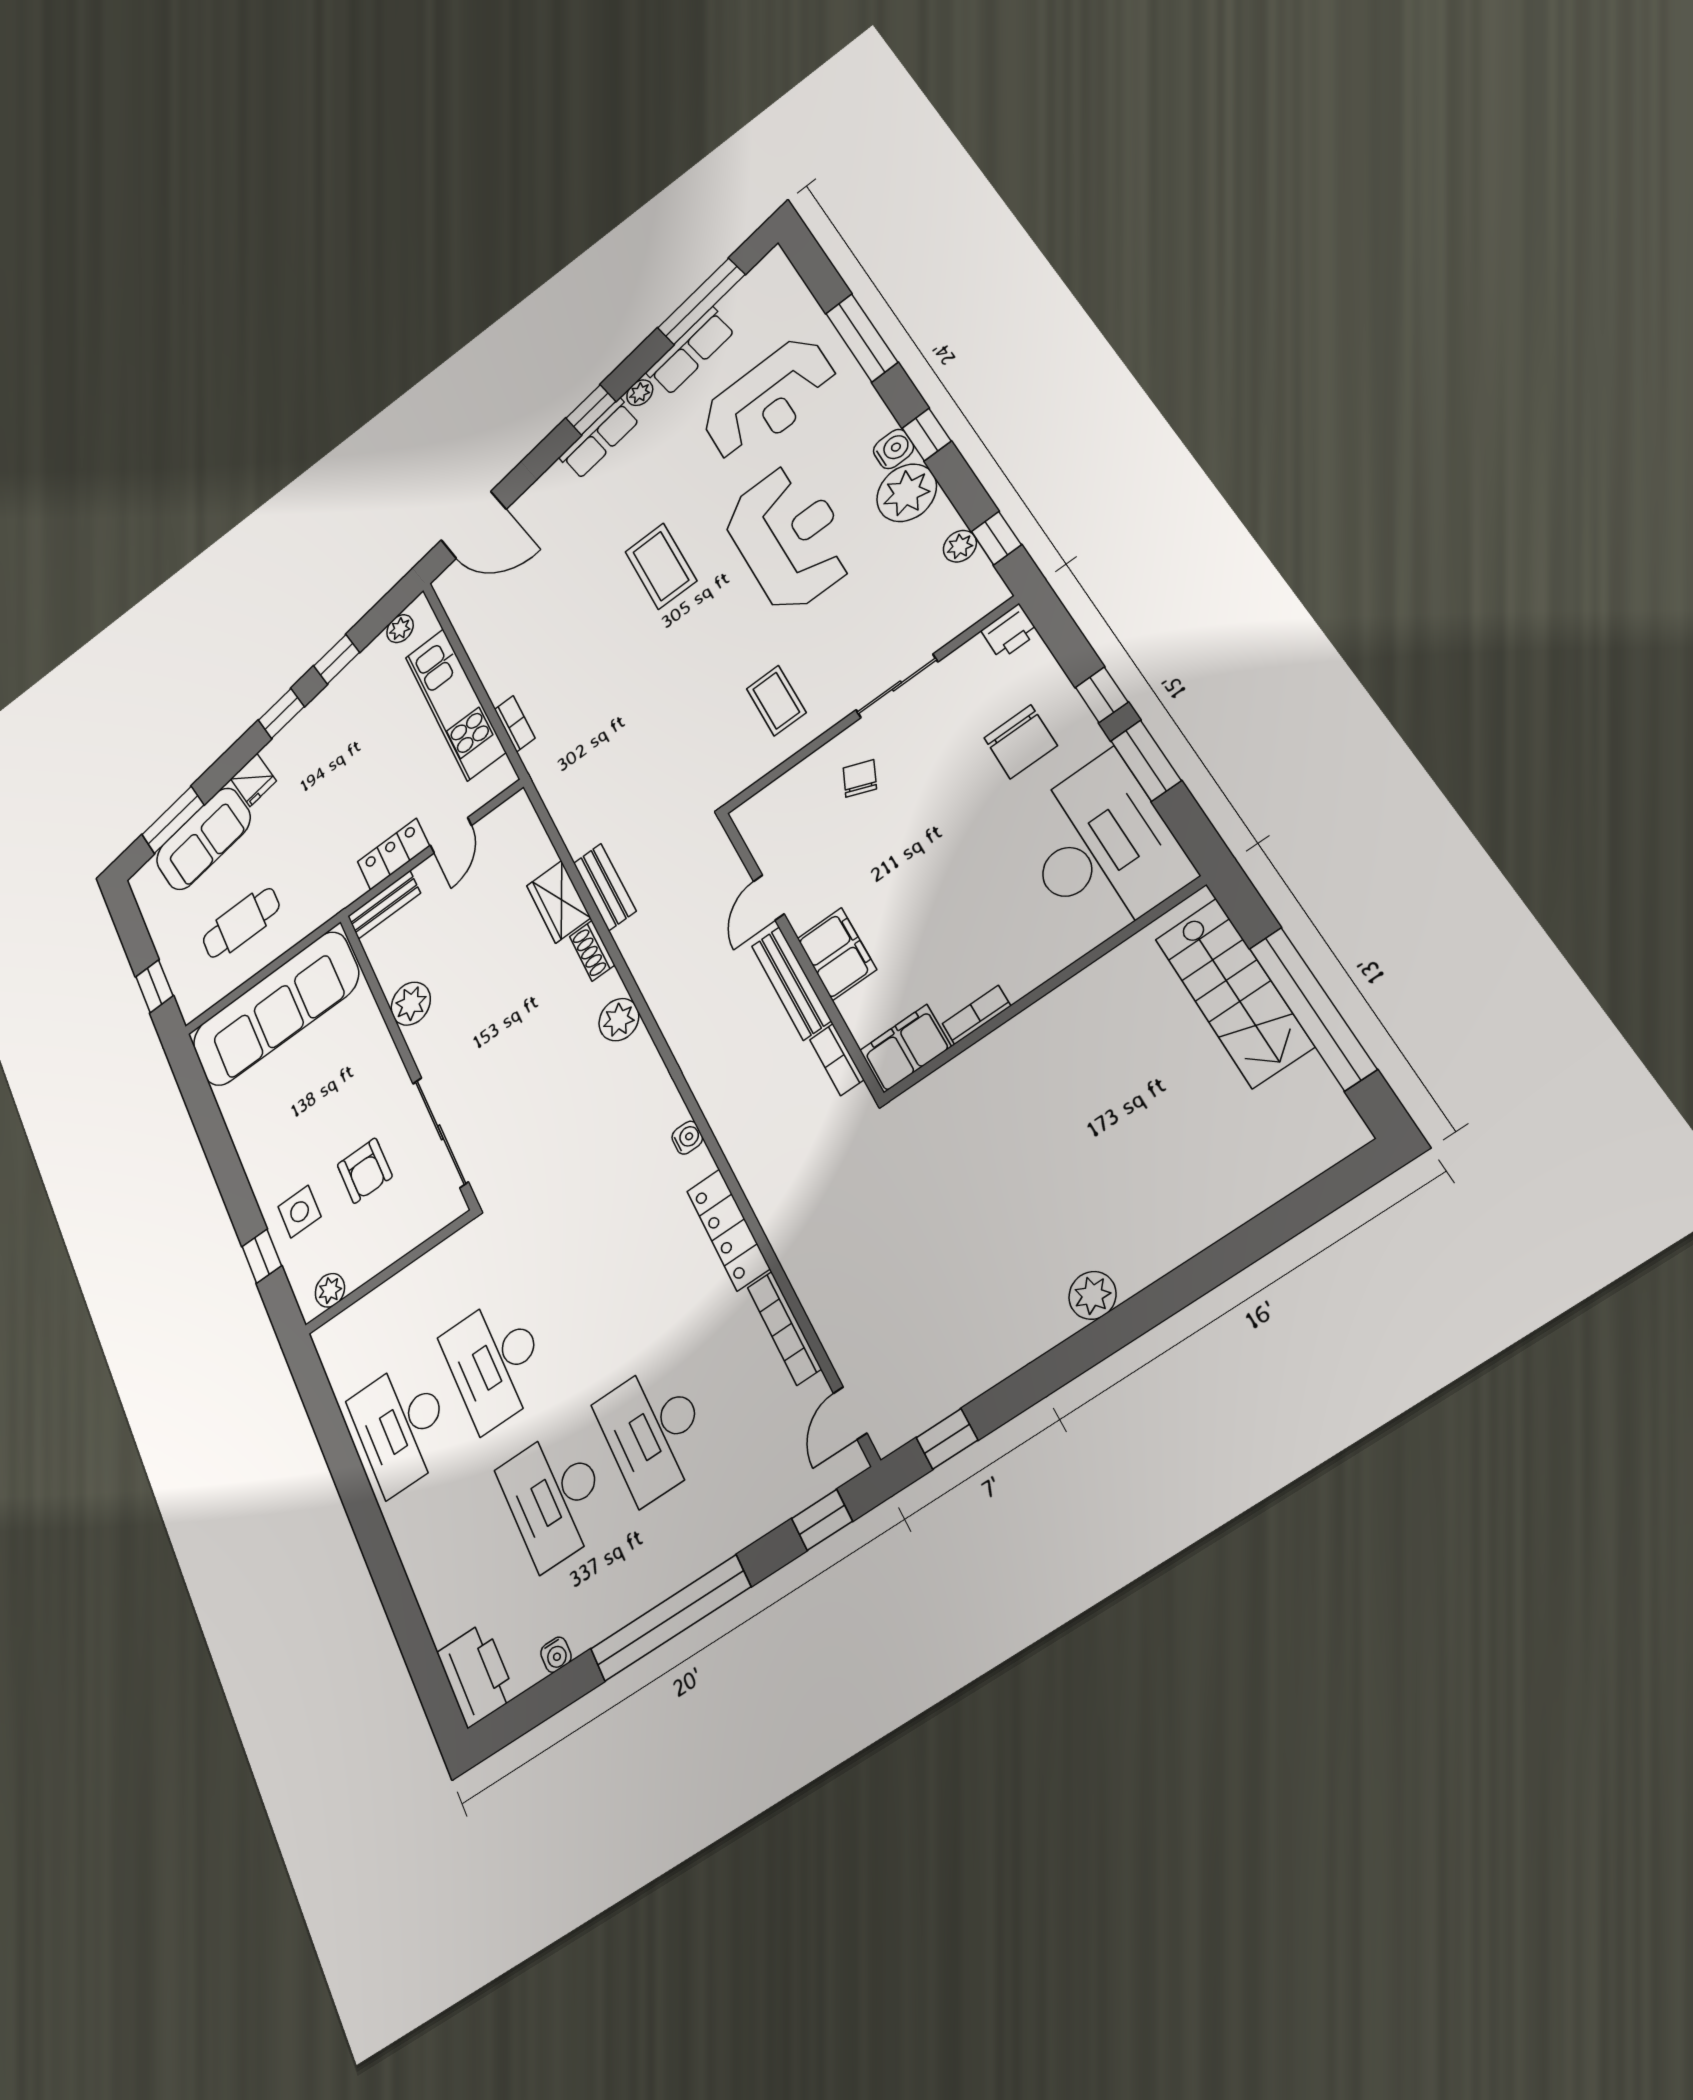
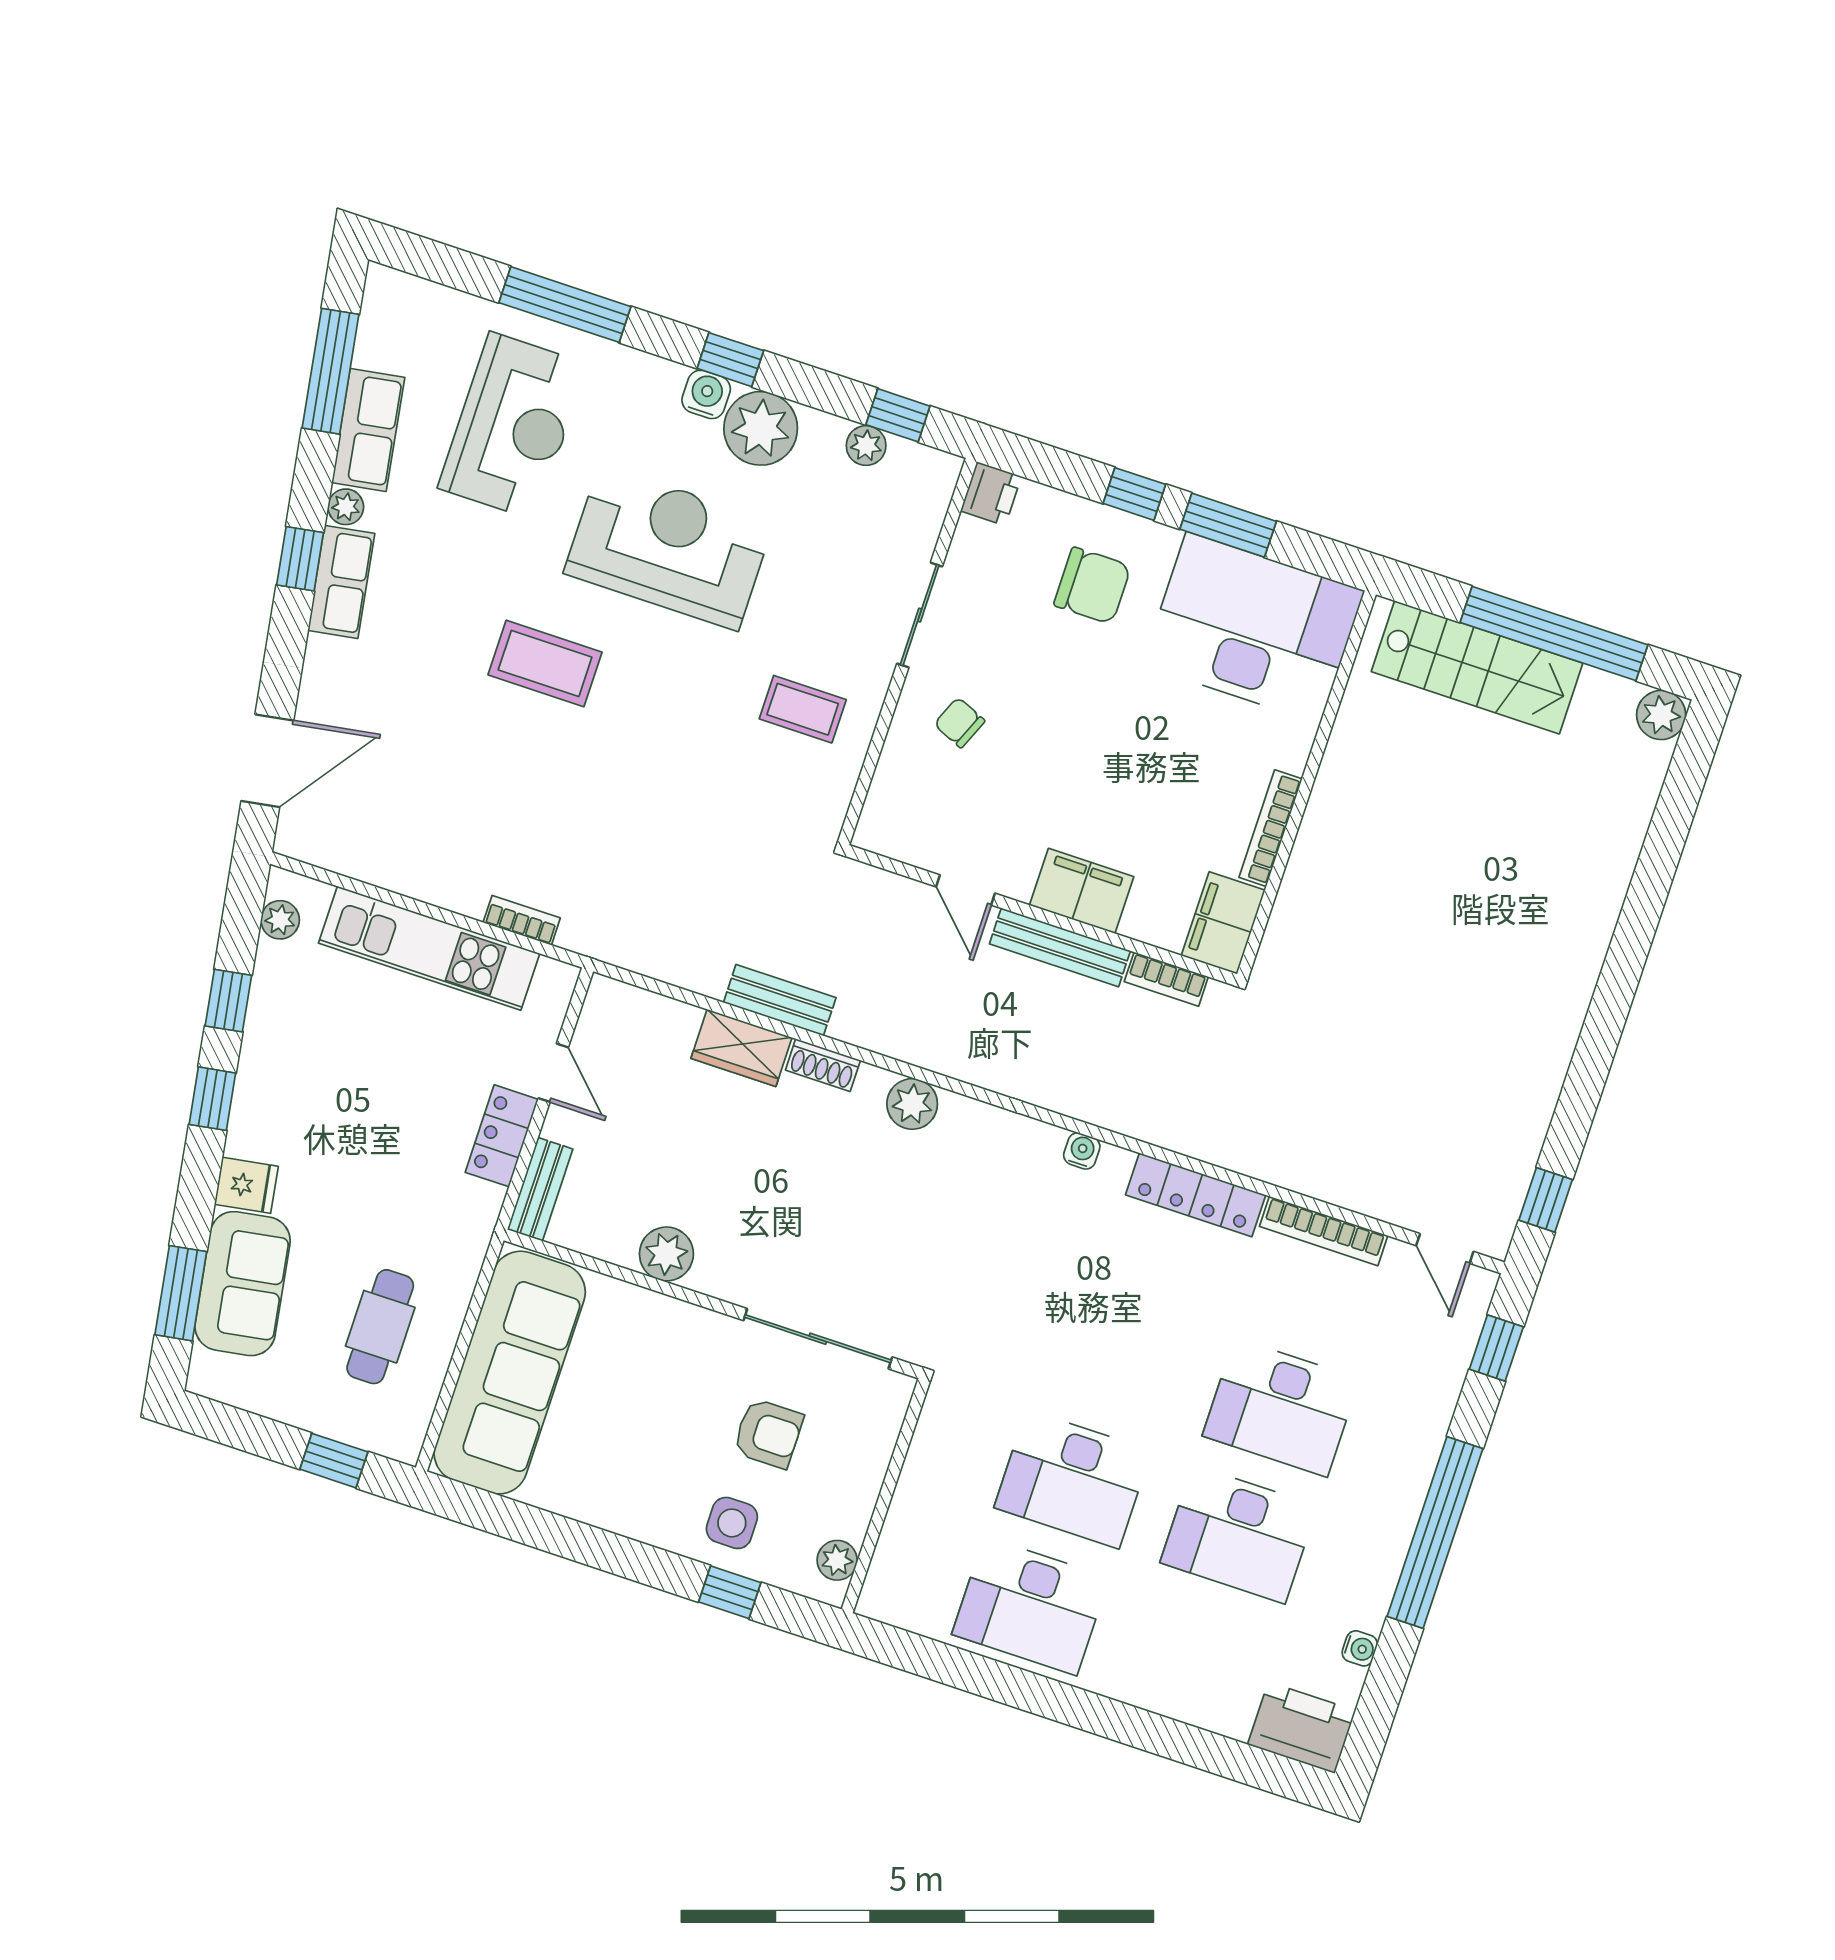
bookcase: (977, 1015) -> (1271, 828), width x1.56
plant: (1092, 1295) -> (1661, 715), moved

